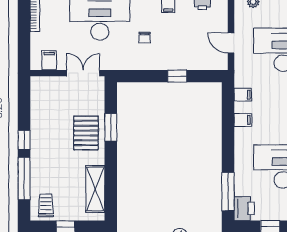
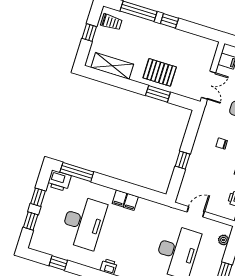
filing cabinet: (243, 95) -> (119, 198), moved

